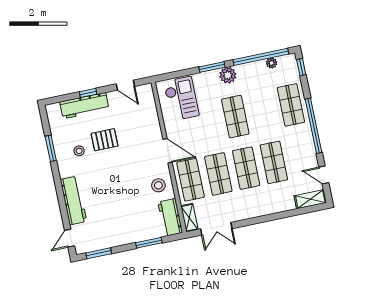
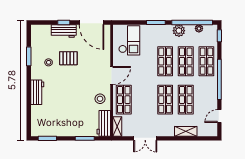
plant: (228, 75) -> (179, 31), moved
door: (125, 85) -> (91, 22), width x1.88
workbench: (84, 106) -> (64, 31), width x0.73
door: (167, 151) -> (112, 75), hinge flipped
shop shelf: (218, 174) -> (186, 61), moved
door: (324, 175) -> (219, 116), hinge flipped
shelving: (310, 199) -> (186, 131), moved
workbench: (73, 201) -> (37, 92), width x0.73
double door: (216, 229) -> (145, 138), moved
door: (69, 238) -> (29, 123), removed

